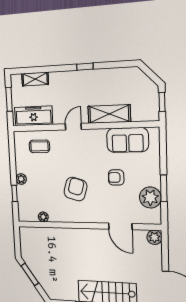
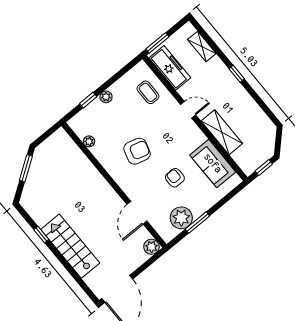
window: (85, 67) -> (237, 74), moved
window: (9, 99) -> (157, 43), moved

